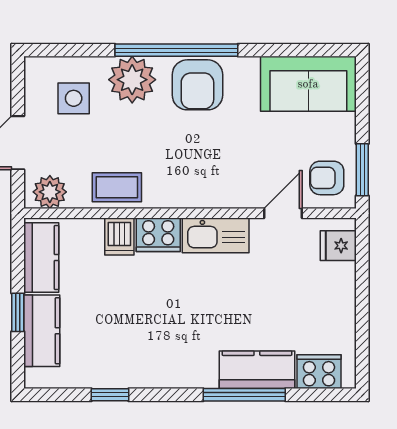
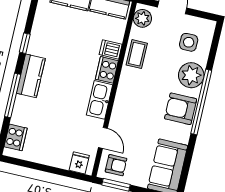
armchair: (327, 178) -> (116, 165), turned 90
kitchen counter: (257, 370) -> (31, 76), moved
window: (110, 395) -> (25, 43), moved

